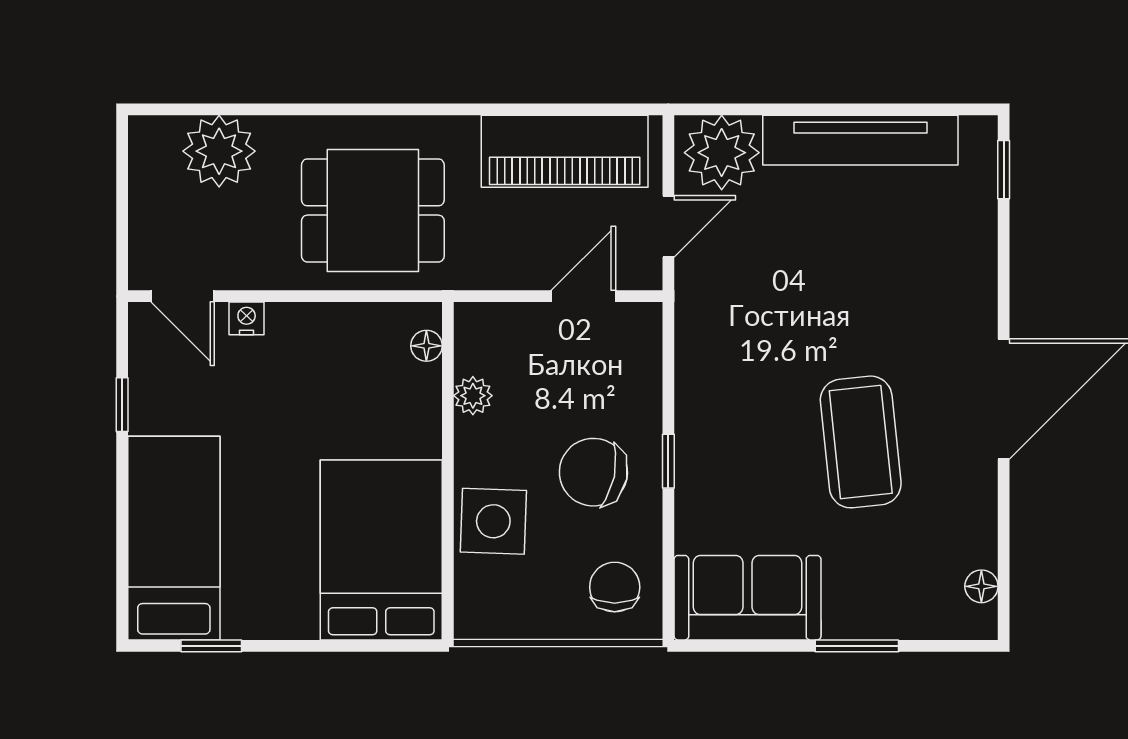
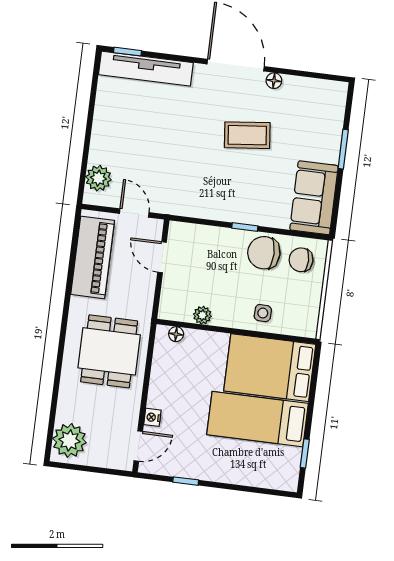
tv unit: (860, 140) -> (146, 69), moved, turned 90
plant: (219, 151) -> (69, 440), moved
plant: (722, 153) -> (98, 178), width x0.73, depth x0.73
coffee table: (861, 442) -> (247, 135), width x0.73, depth x0.76
chair: (593, 472) -> (264, 253), moved, turned 78
side table: (493, 521) -> (263, 313), width x0.54, depth x0.54
bed: (174, 538) -> (257, 419), moved
floor lamp: (981, 586) -> (274, 81), moved

